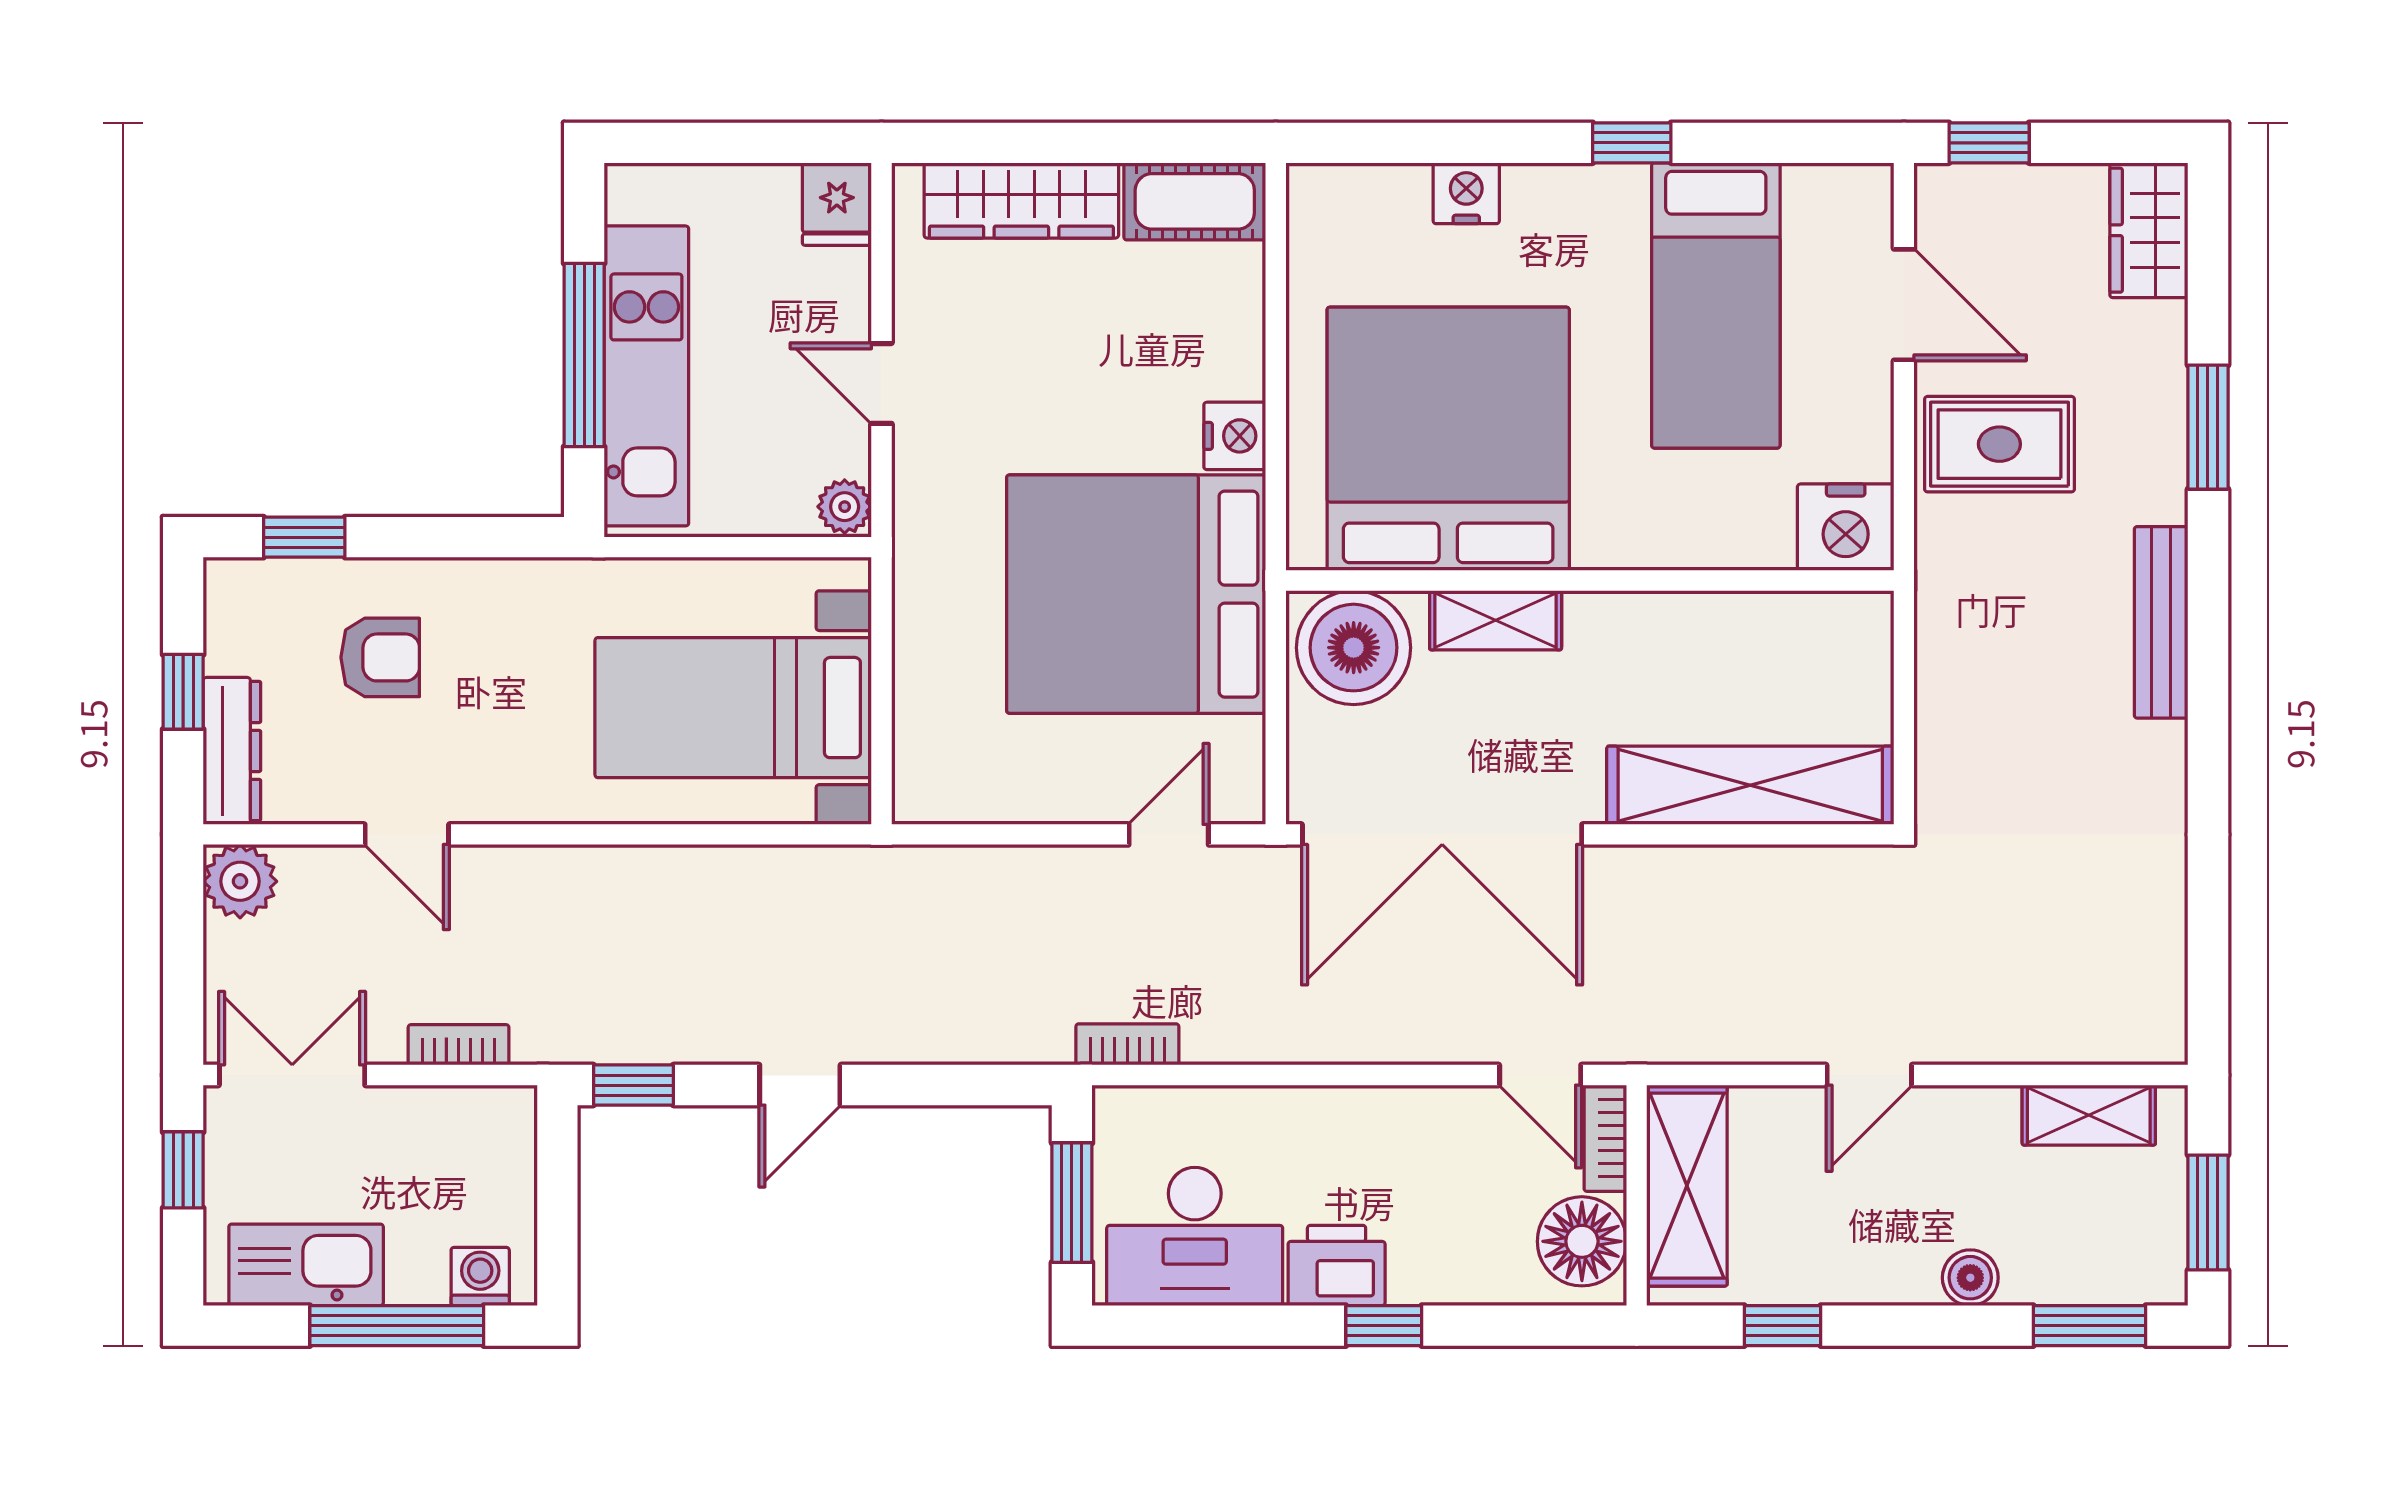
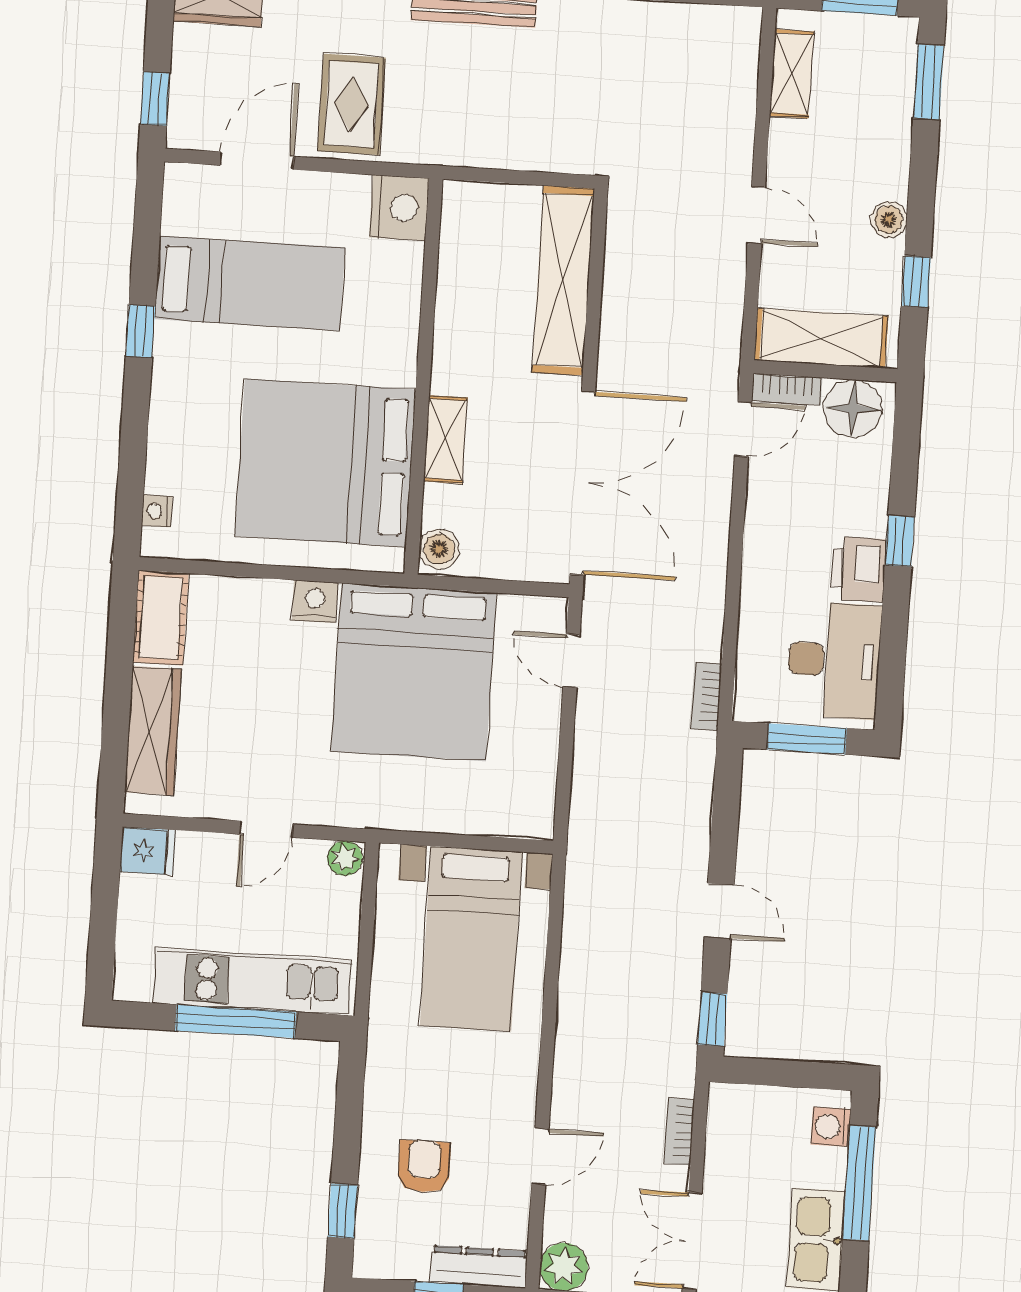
nightstand: (1466, 193) -> (157, 511), moved, width x0.72, depth x0.74
boiler: (1354, 648) -> (439, 549), width x0.54, depth x0.54
boiler: (1970, 1278) -> (889, 219), moved

